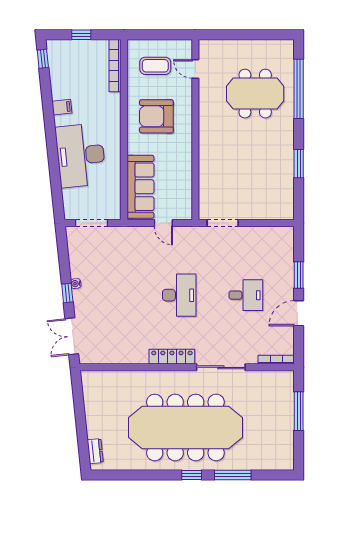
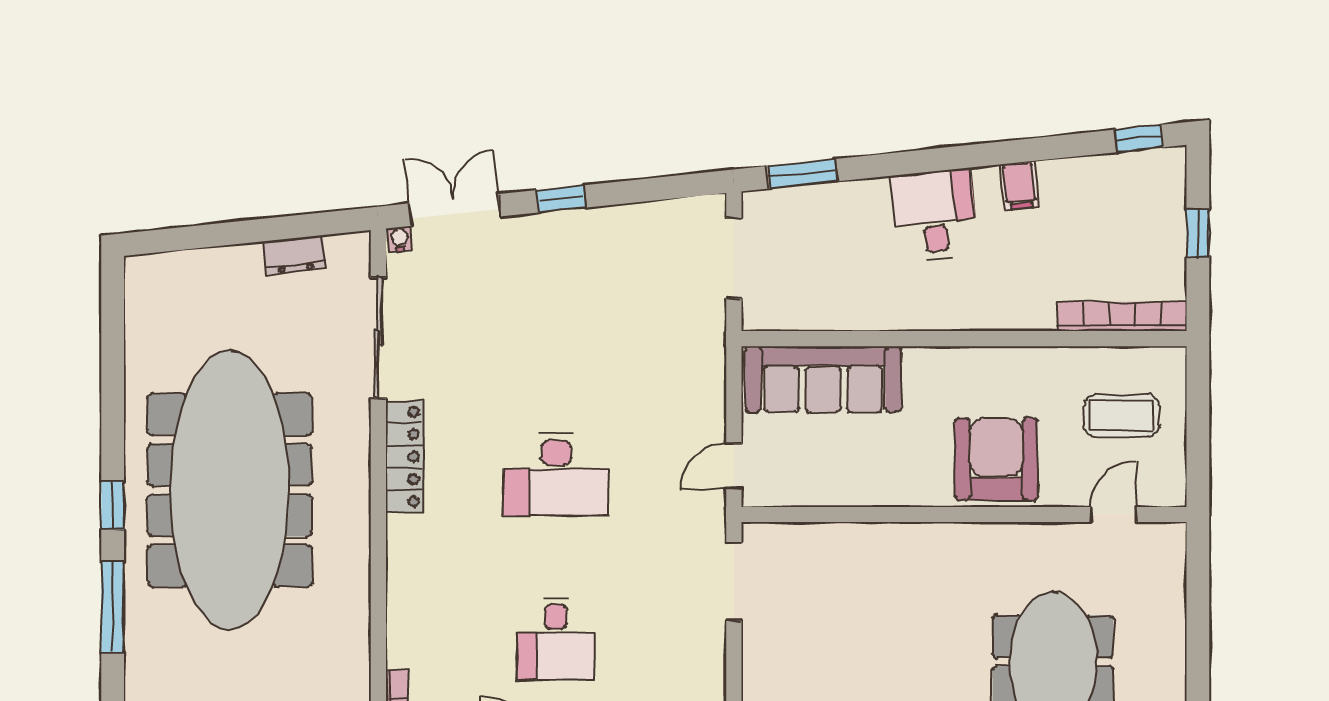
coffee table: (155, 66) -> (1122, 416), turned 90
armchair: (156, 116) -> (996, 459), moved
desk: (81, 155) -> (934, 215), width x0.53, depth x0.77
window: (57, 195) -> (802, 174), added
door: (163, 223) -> (734, 466), moved
water cooler: (76, 284) -> (400, 239), moved
sliding door: (221, 367) -> (378, 338), moved
dresser: (95, 451) -> (295, 255), moved

